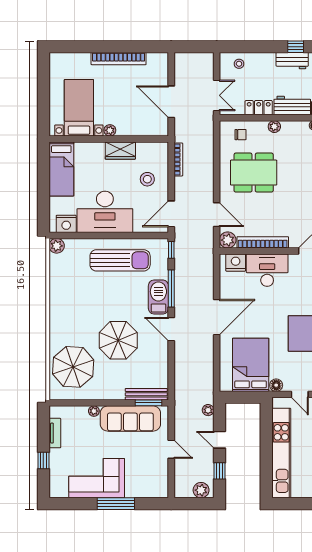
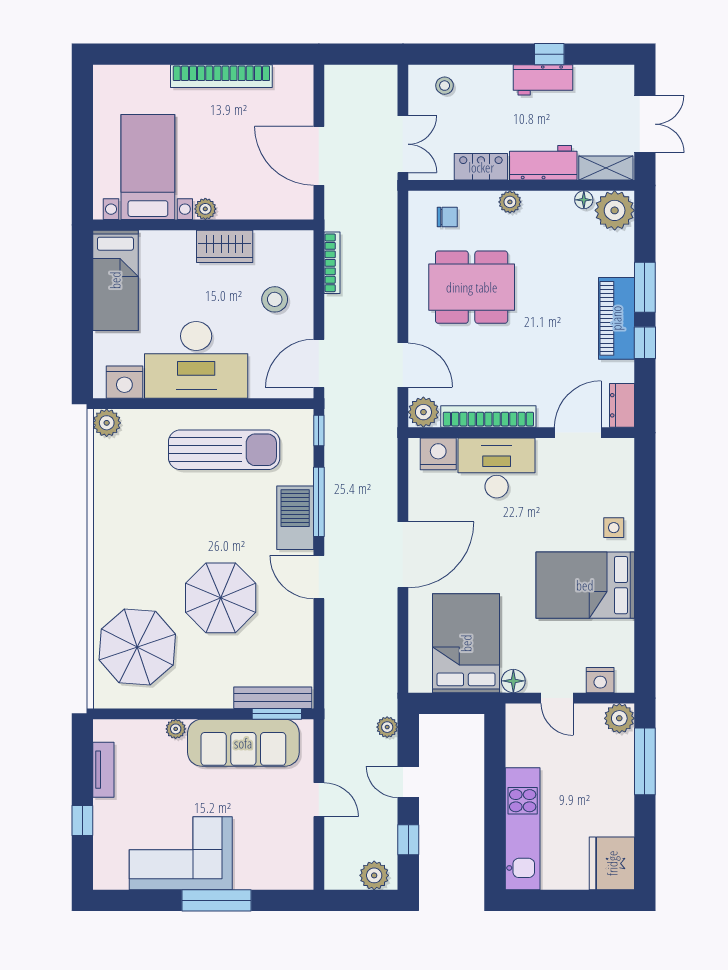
kitchen unit: (281, 453) -> (523, 829), width x0.73

